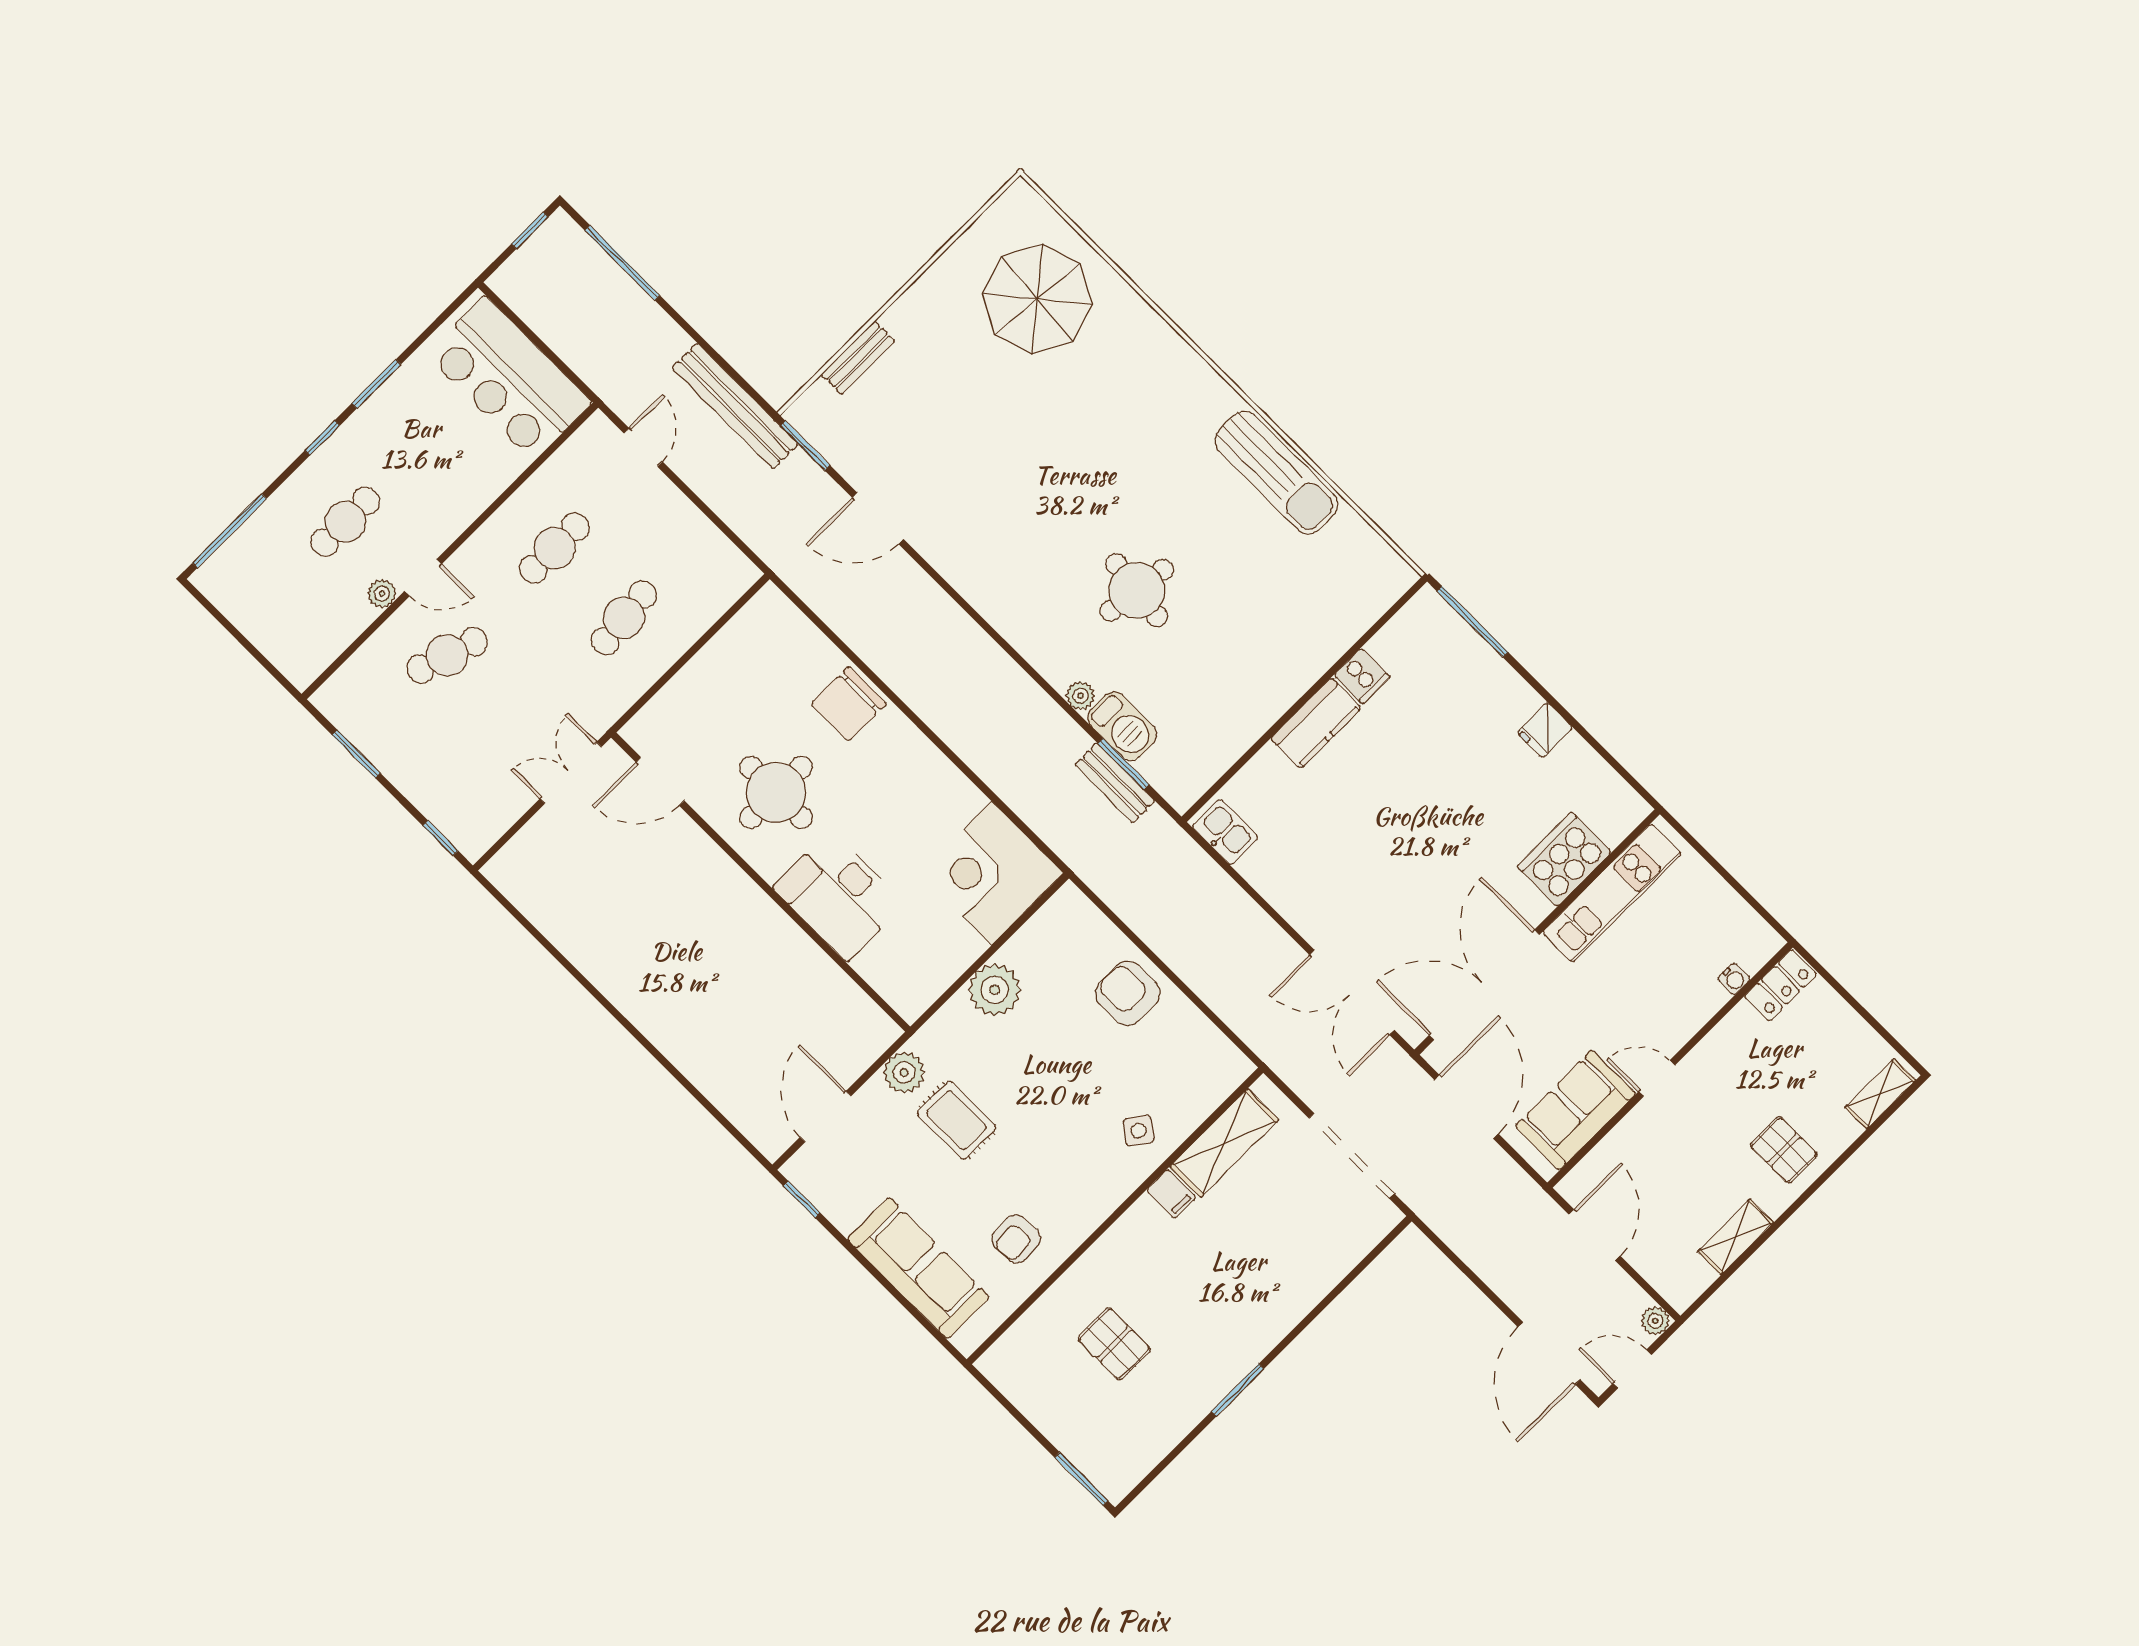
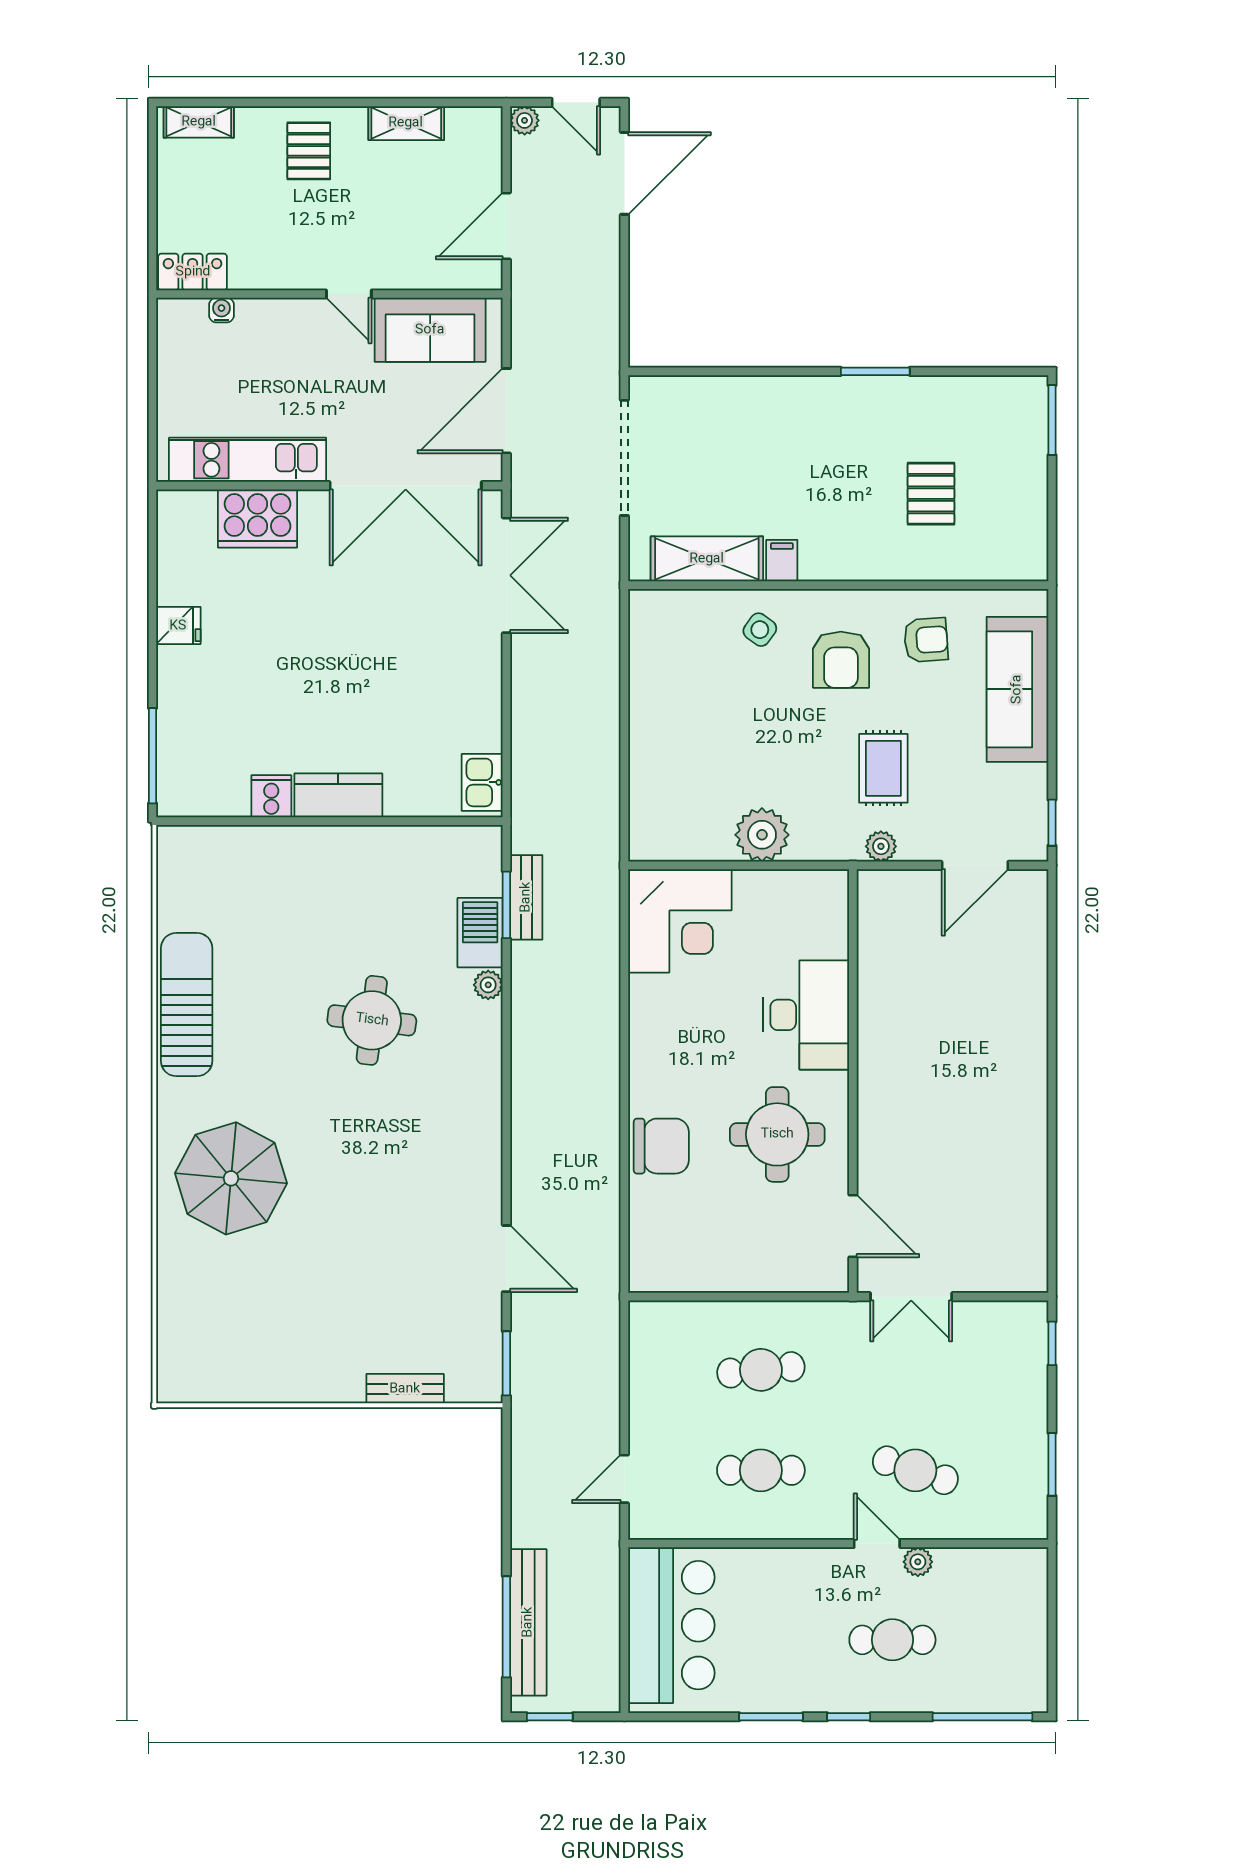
parasol: (1037, 299) -> (231, 1178), moved
bench: (735, 406) -> (528, 1622), moved
armchair: (1128, 993) -> (841, 660), moved
plant: (904, 1072) -> (881, 846), width x0.73, depth x0.73

